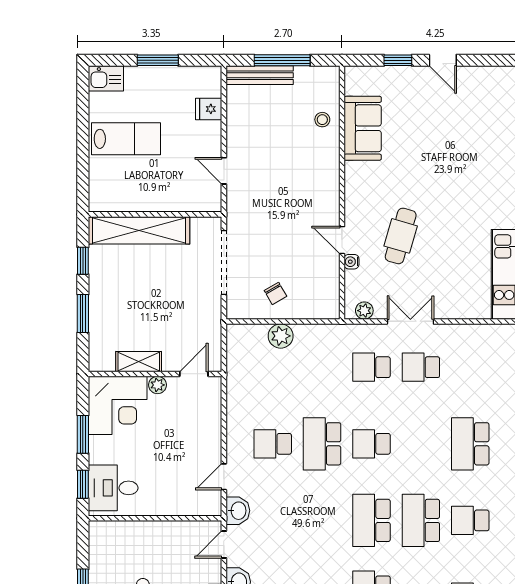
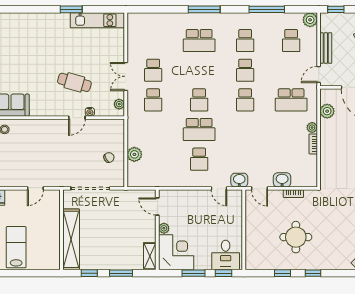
shelving: (139, 362) -> (150, 256), moved
school desk: (371, 520) -> (245, 100), width x0.54
school desk: (421, 520) -> (245, 70), width x0.54

